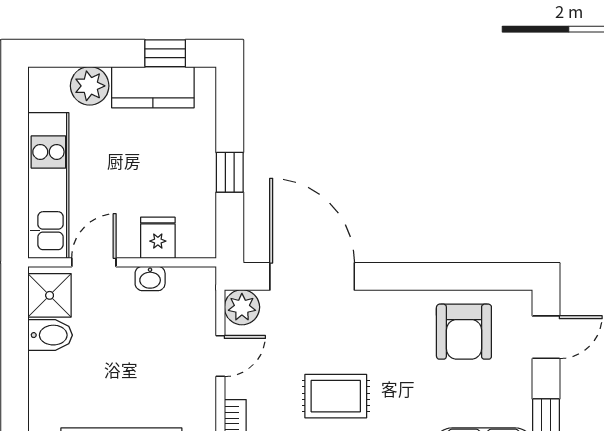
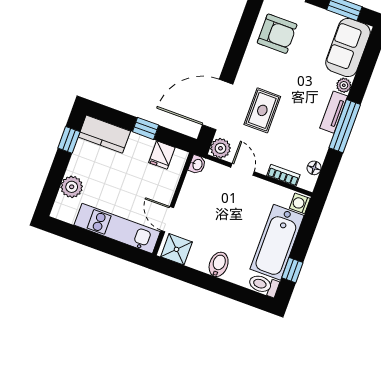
kitchen counter: (153, 87) -> (104, 134), moved, turned 90
fridge: (158, 238) -> (162, 155), moved, turned -90
washbasin: (150, 278) -> (197, 164), moved
bidet: (50, 335) -> (219, 264), moved
rug: (336, 396) -> (262, 110), moved

